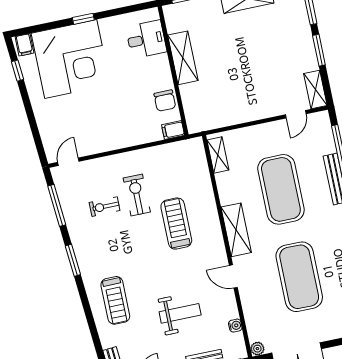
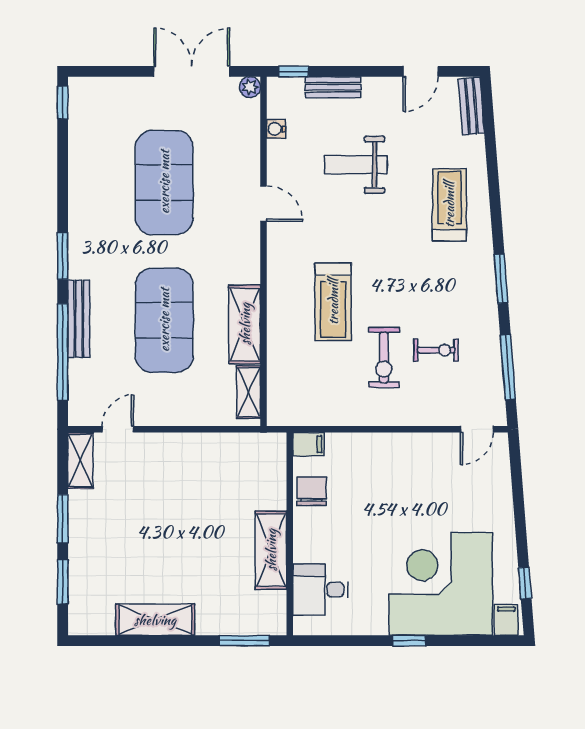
shelving: (236, 230) -> (245, 324), moved

